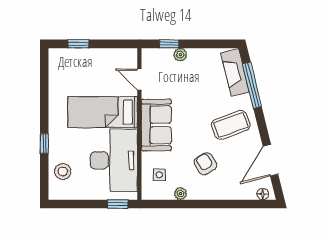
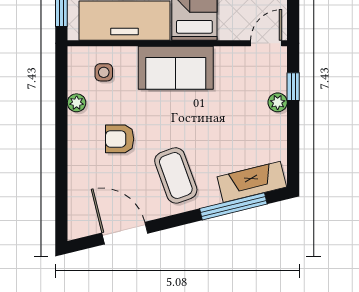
door: (139, 79) -> (266, 43), moved
armchair: (205, 164) -> (120, 139), turned -150
floor lamp: (263, 194) -> (76, 222), removed

